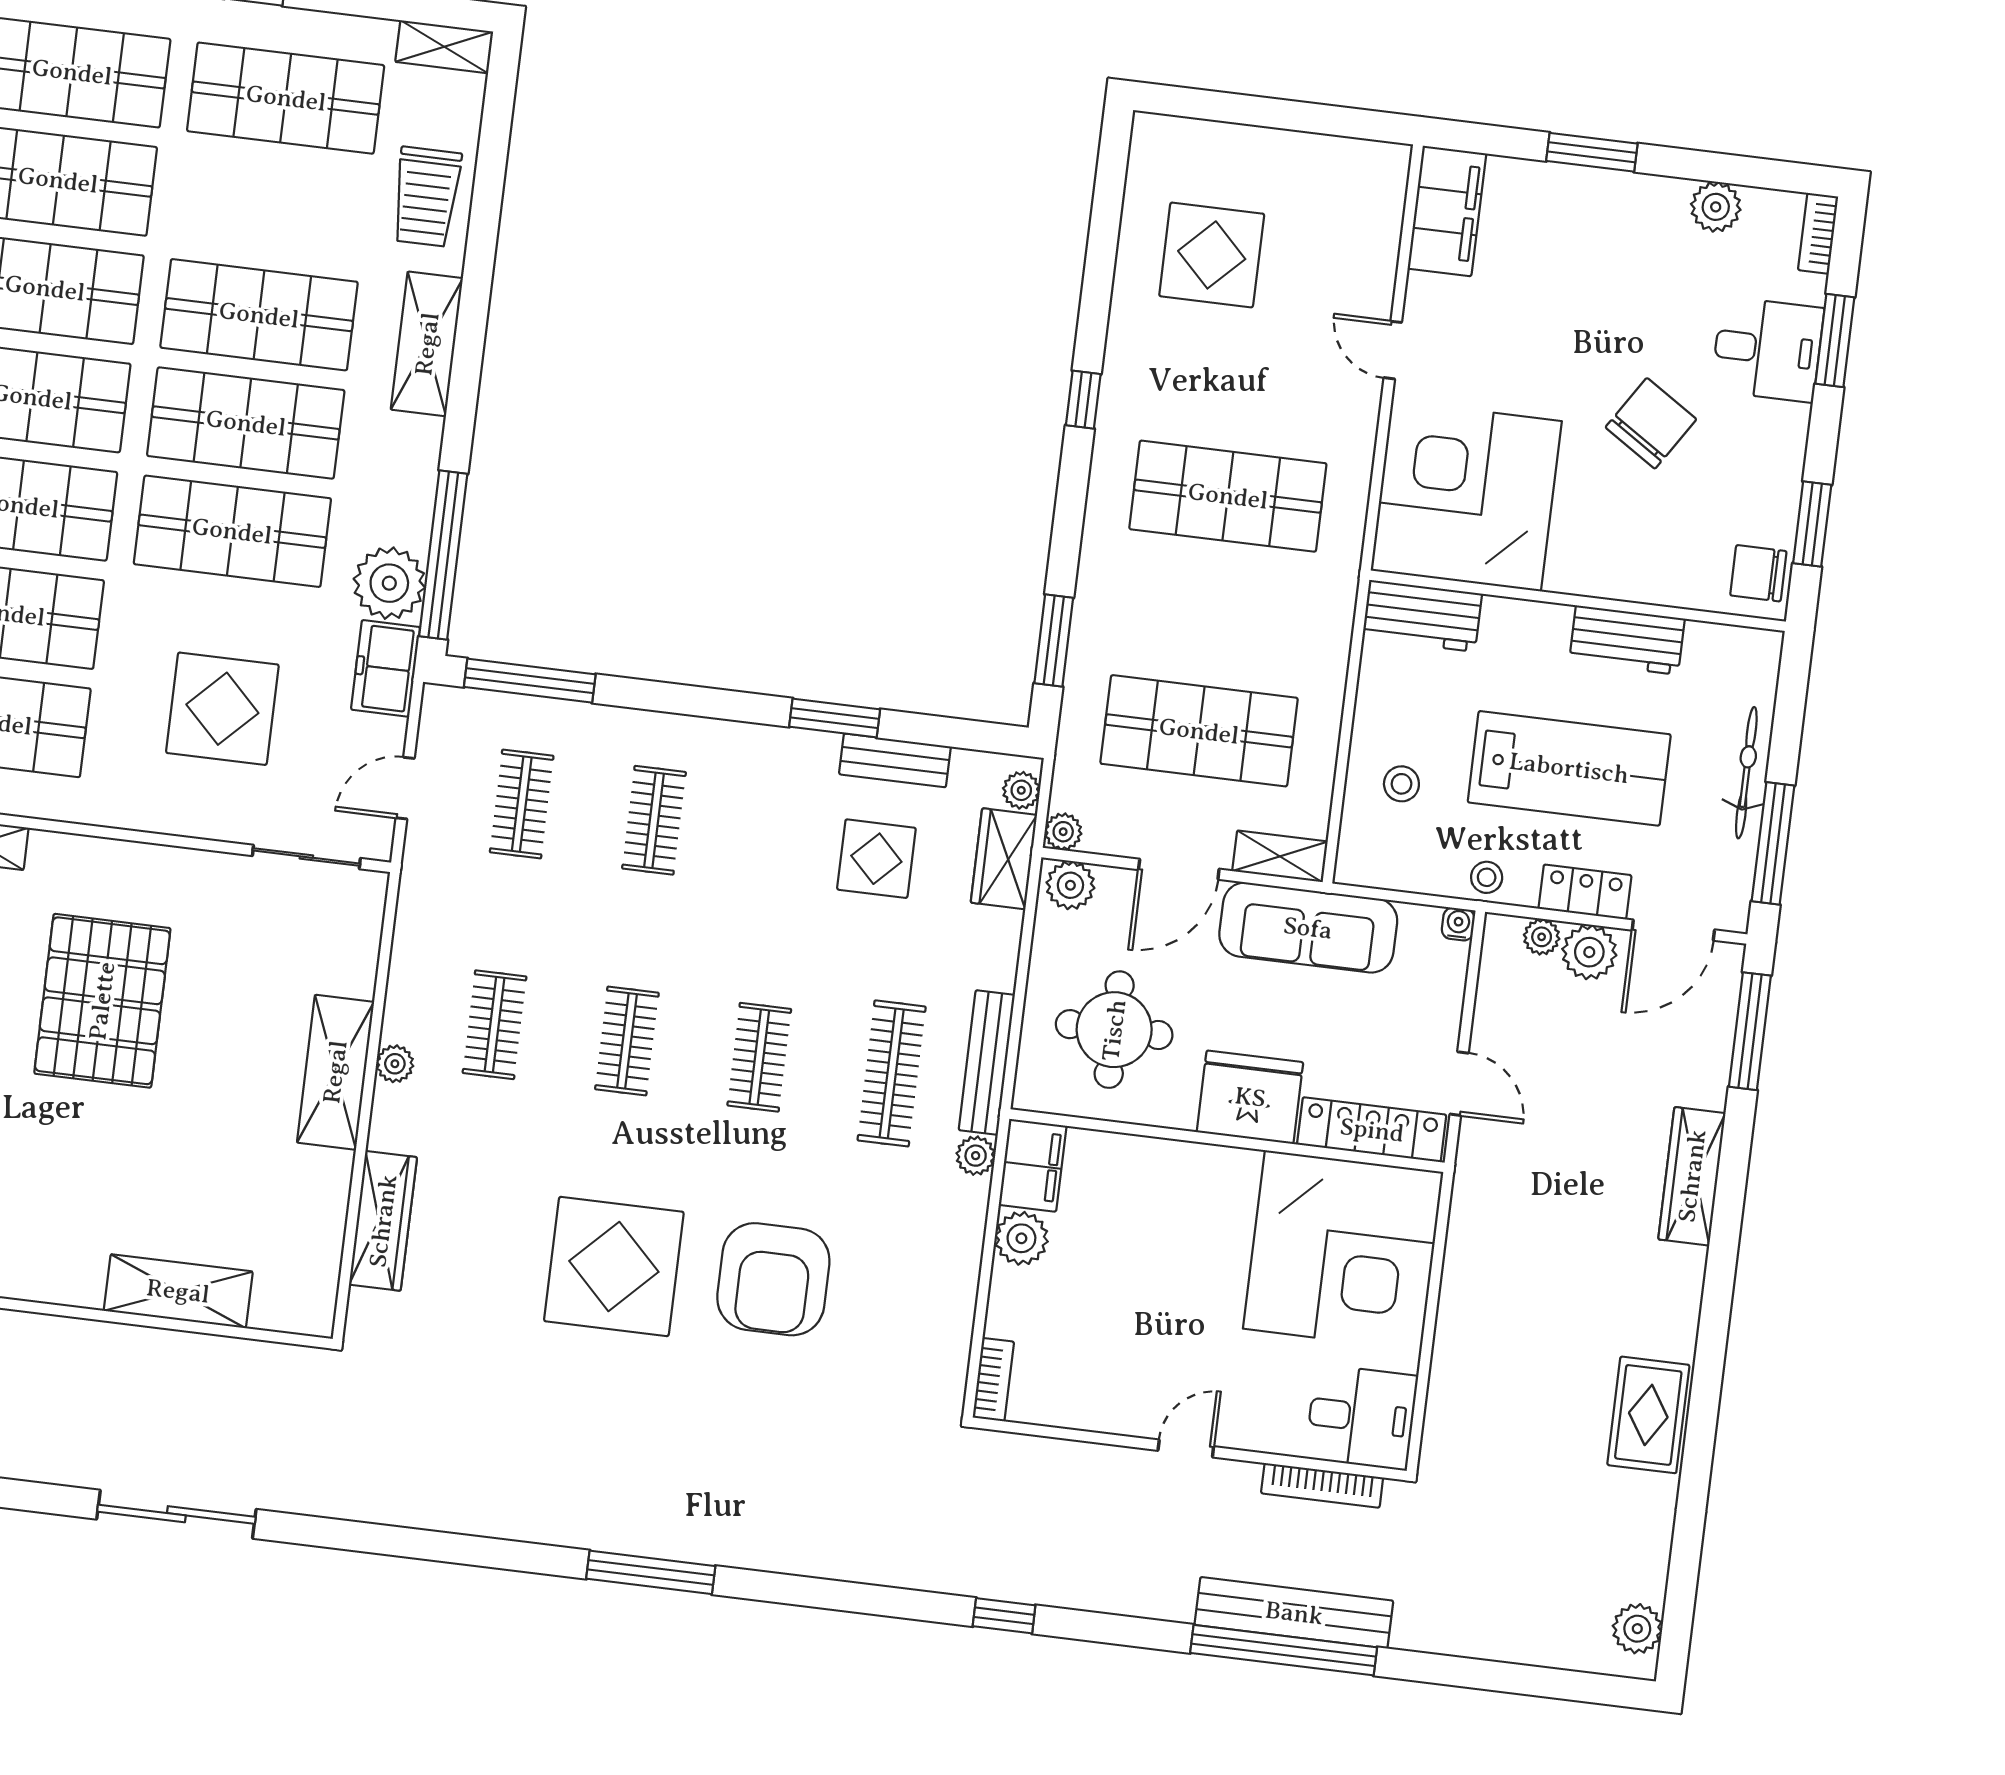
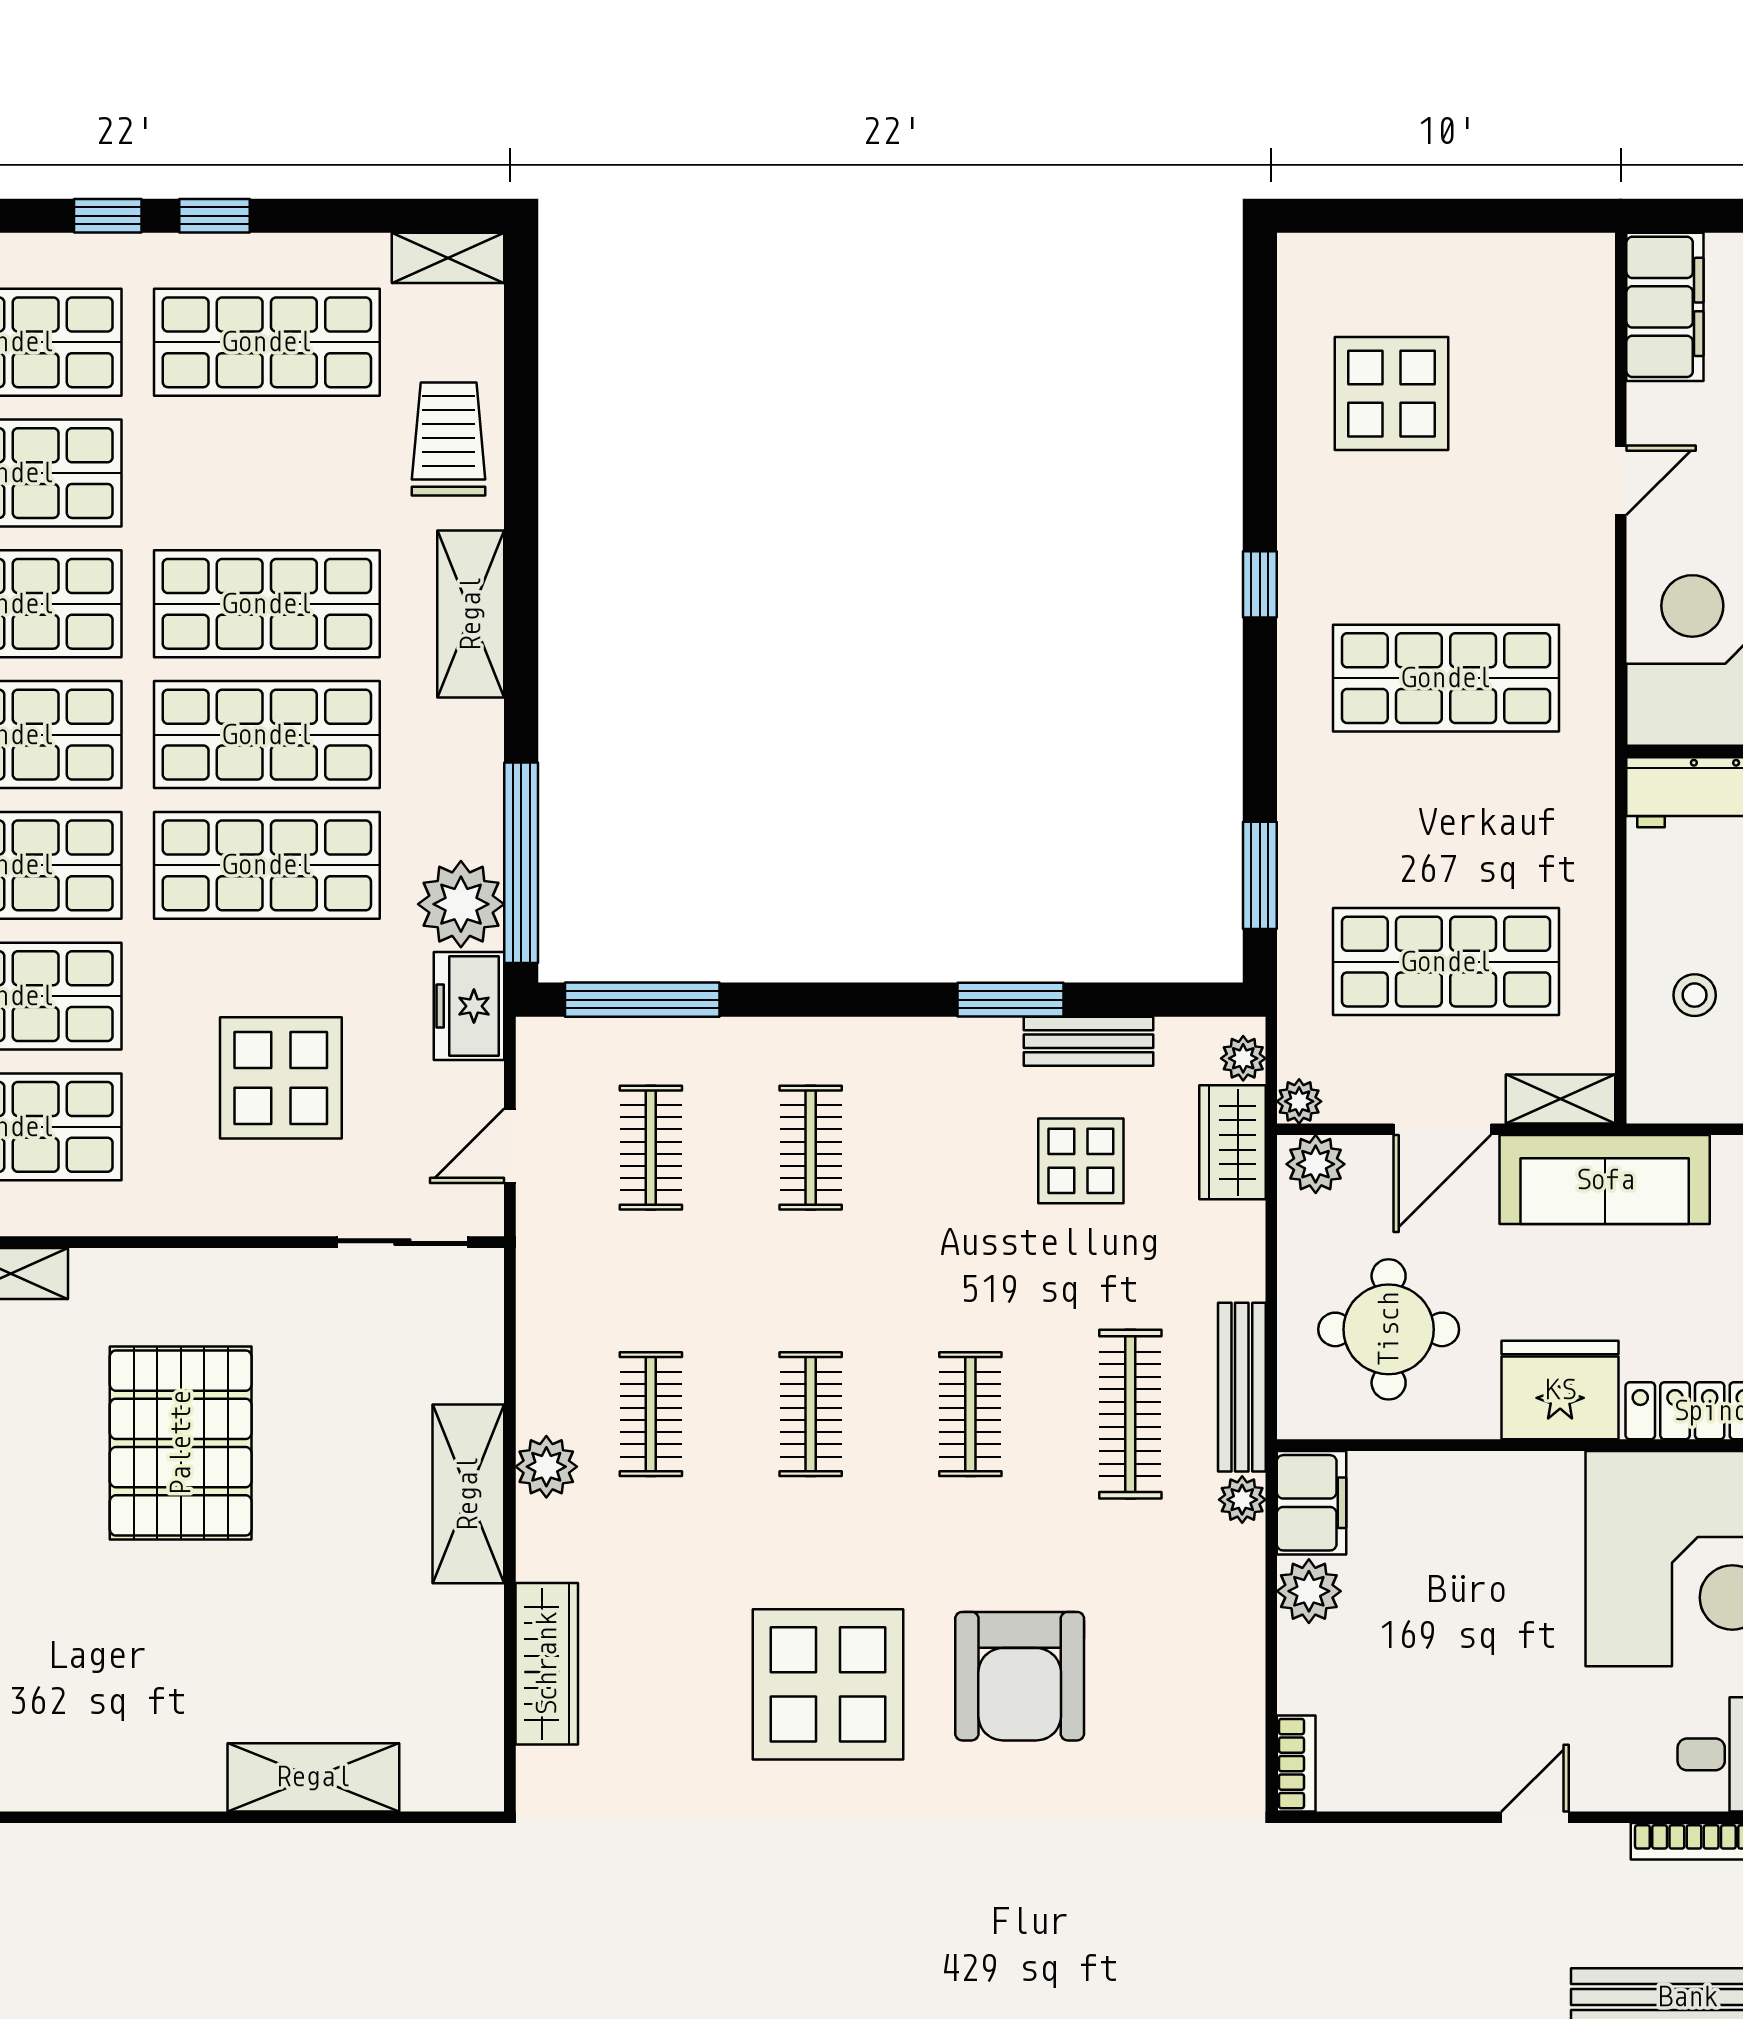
trolley: (426, 197) -> (449, 439), turned 180
door: (1393, 350) -> (1621, 480), swing flipped
plant: (395, 1064) -> (546, 1467), width x1.38, depth x1.38

